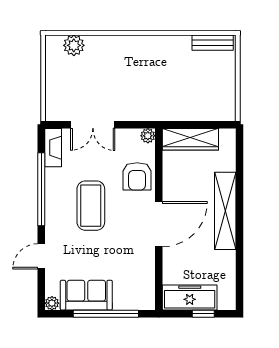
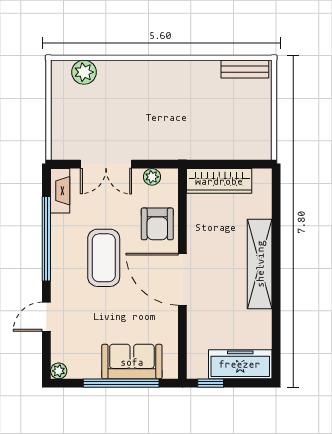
plant: (148, 136) -> (152, 177), moved
door: (159, 224) -> (182, 279), swing flipped
sofa: (86, 295) -> (132, 362), moved
freezer: (190, 298) -> (240, 364), moved
window: (203, 314) -> (211, 383), moved

